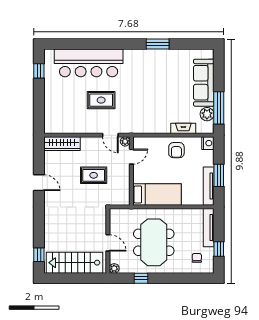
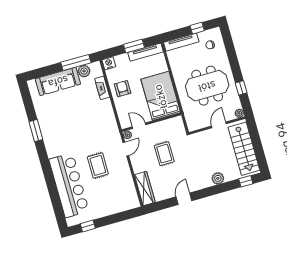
armchair: (176, 150) -> (123, 89), turned -90
bed: (157, 194) -> (161, 96), width x1.50
plant: (51, 225) -> (218, 178), added

